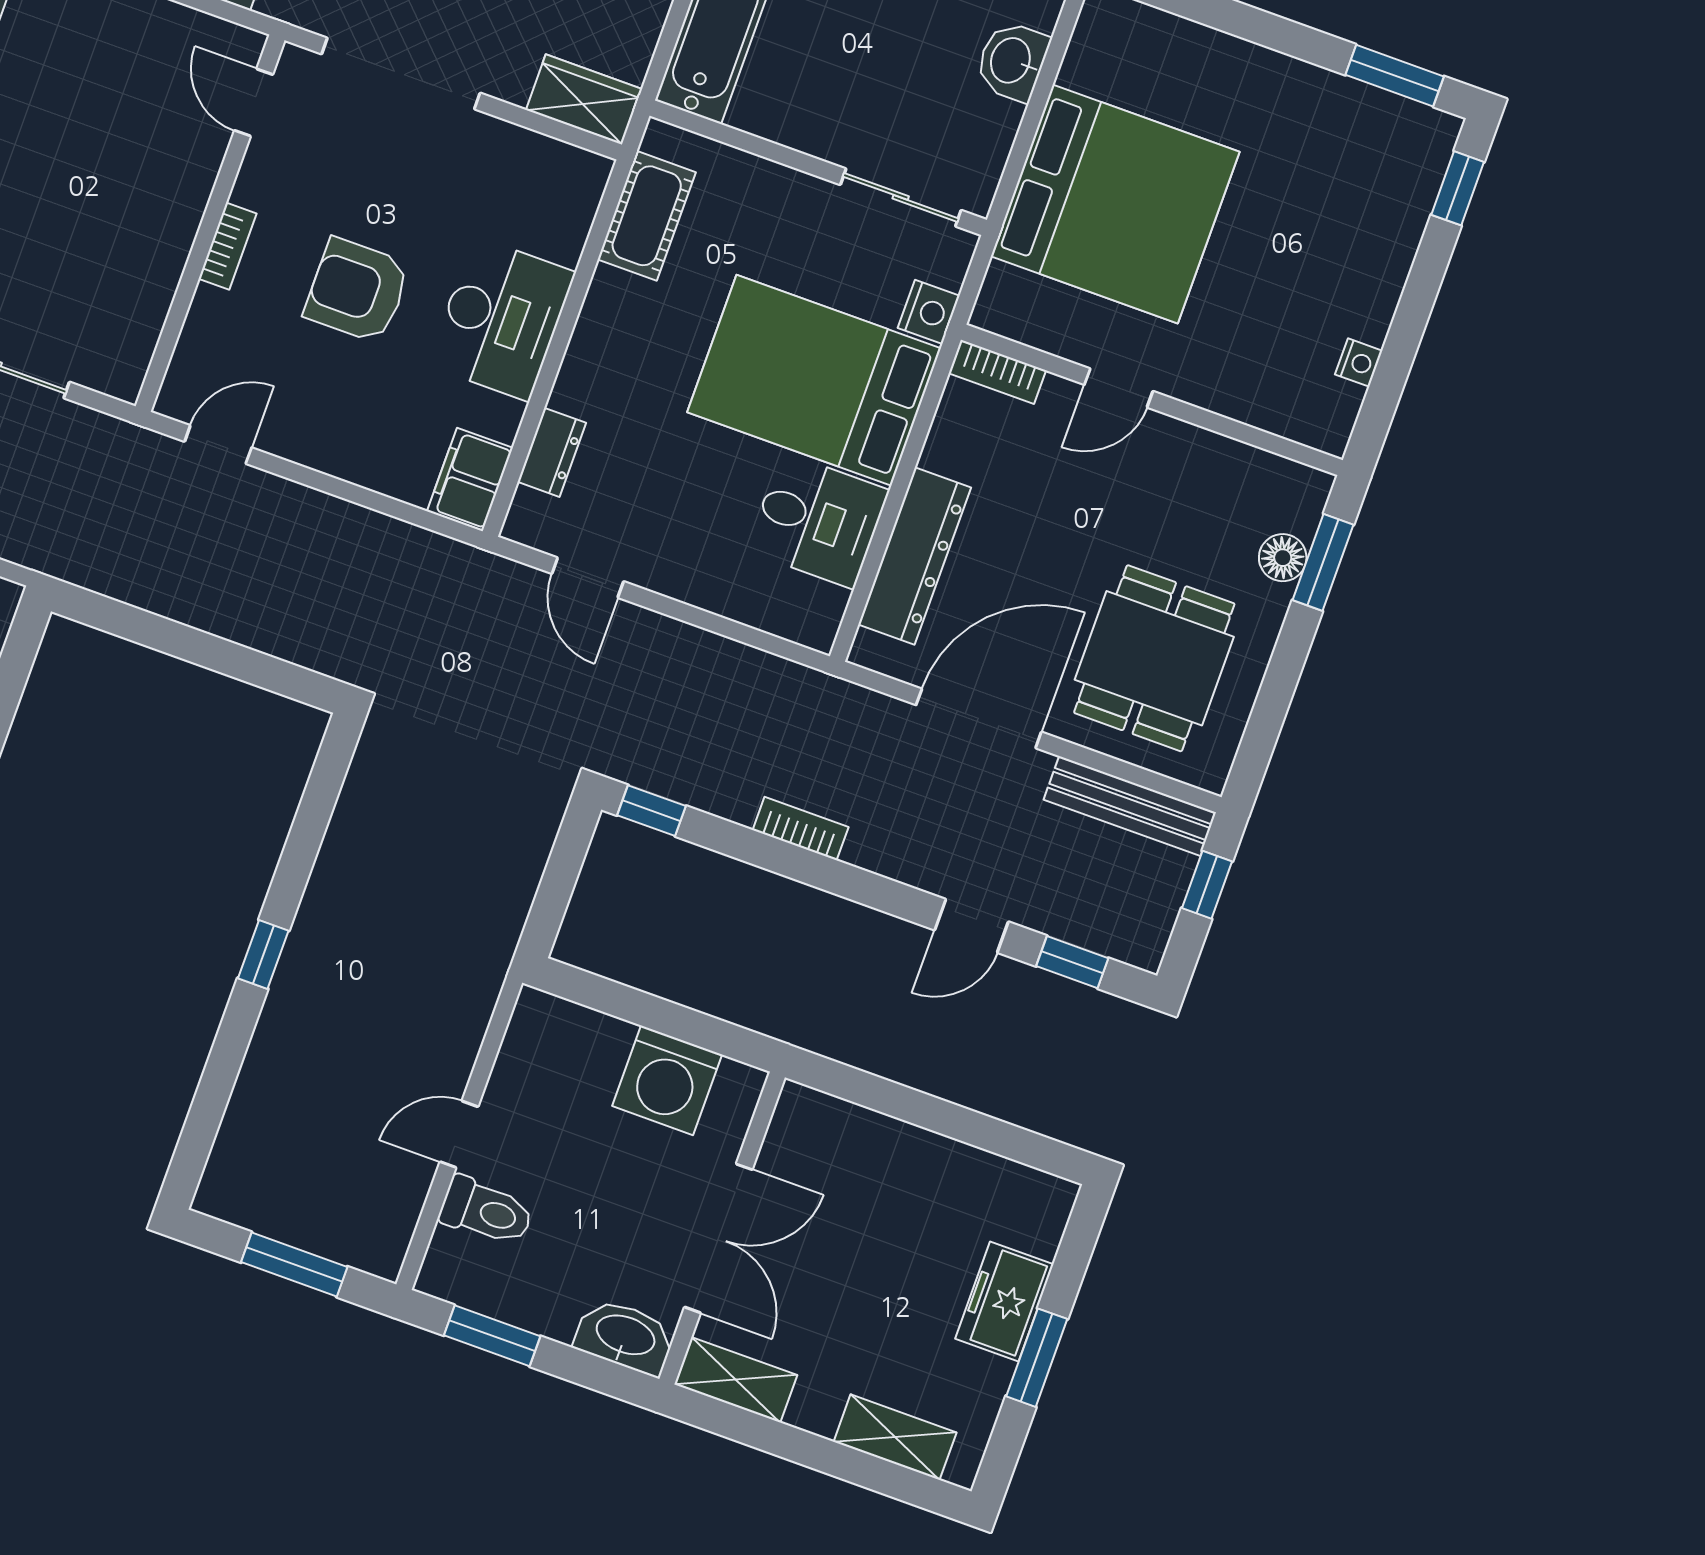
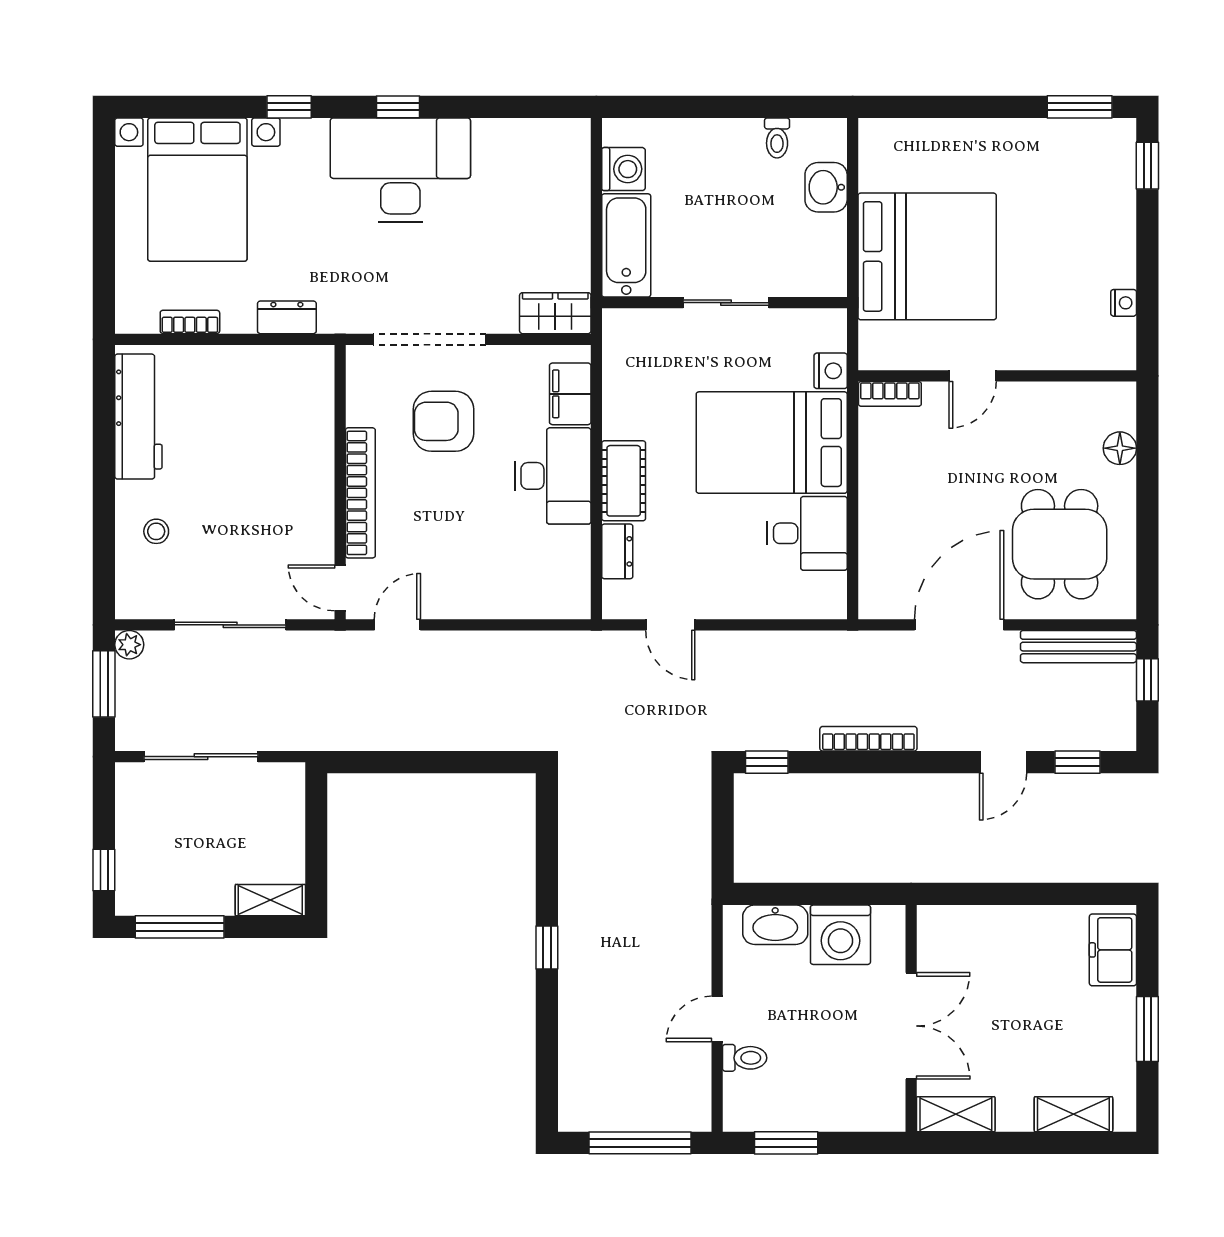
door: (254, 102) -> (340, 588), moved
sliding door: (901, 197) -> (726, 303), moved
cot: (647, 216) -> (624, 481), moved
bookcase: (228, 246) -> (360, 493), width x2.31, depth x1.31
armchair: (357, 290) -> (443, 421), moved
filing cabinet: (470, 480) -> (570, 394), moved
dresser: (915, 556) -> (879, 534), removed
window: (1323, 562) -> (1147, 442), removed
bookcase: (801, 829) -> (868, 739), width x1.56
toilet: (486, 1211) -> (745, 1058), width x0.73, depth x0.72
window: (294, 1264) -> (640, 1143), width x1.44
freezer: (1004, 1301) -> (1113, 950), moved
washbasin: (625, 1336) -> (775, 925), moved, turned 180

